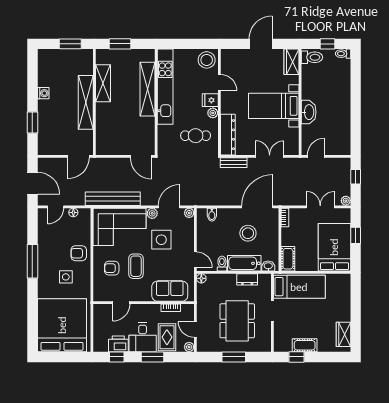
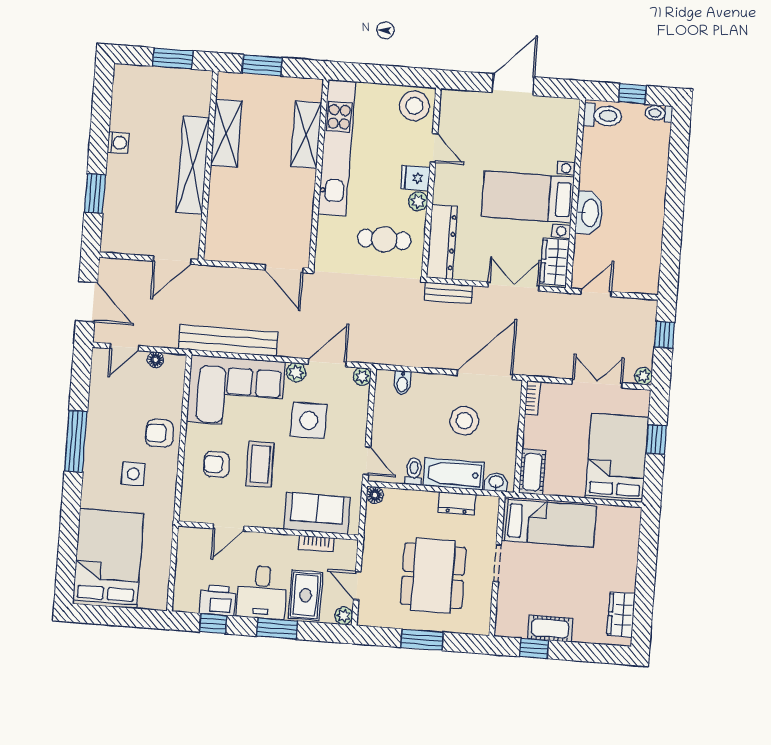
wardrobe: (291, 62) -> (555, 262), moved
shelving: (148, 89) -> (306, 135), width x0.68
bed: (62, 325) -> (108, 559), width x0.73

